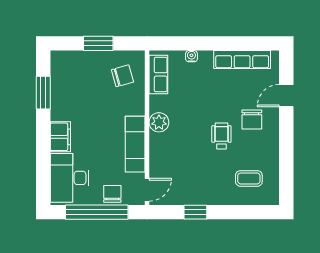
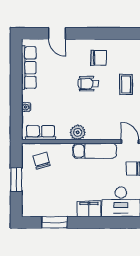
chair: (252, 120) -> (99, 58), moved
coffee table: (249, 178) -> (126, 84), moved

